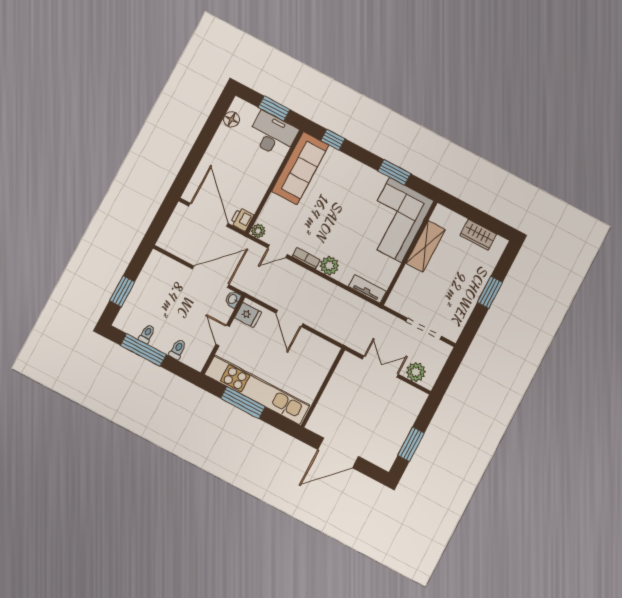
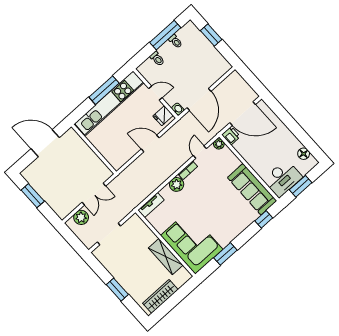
wardrobe: (478, 235) -> (160, 296), width x1.50
door: (338, 453) -> (45, 143), hinge flipped

